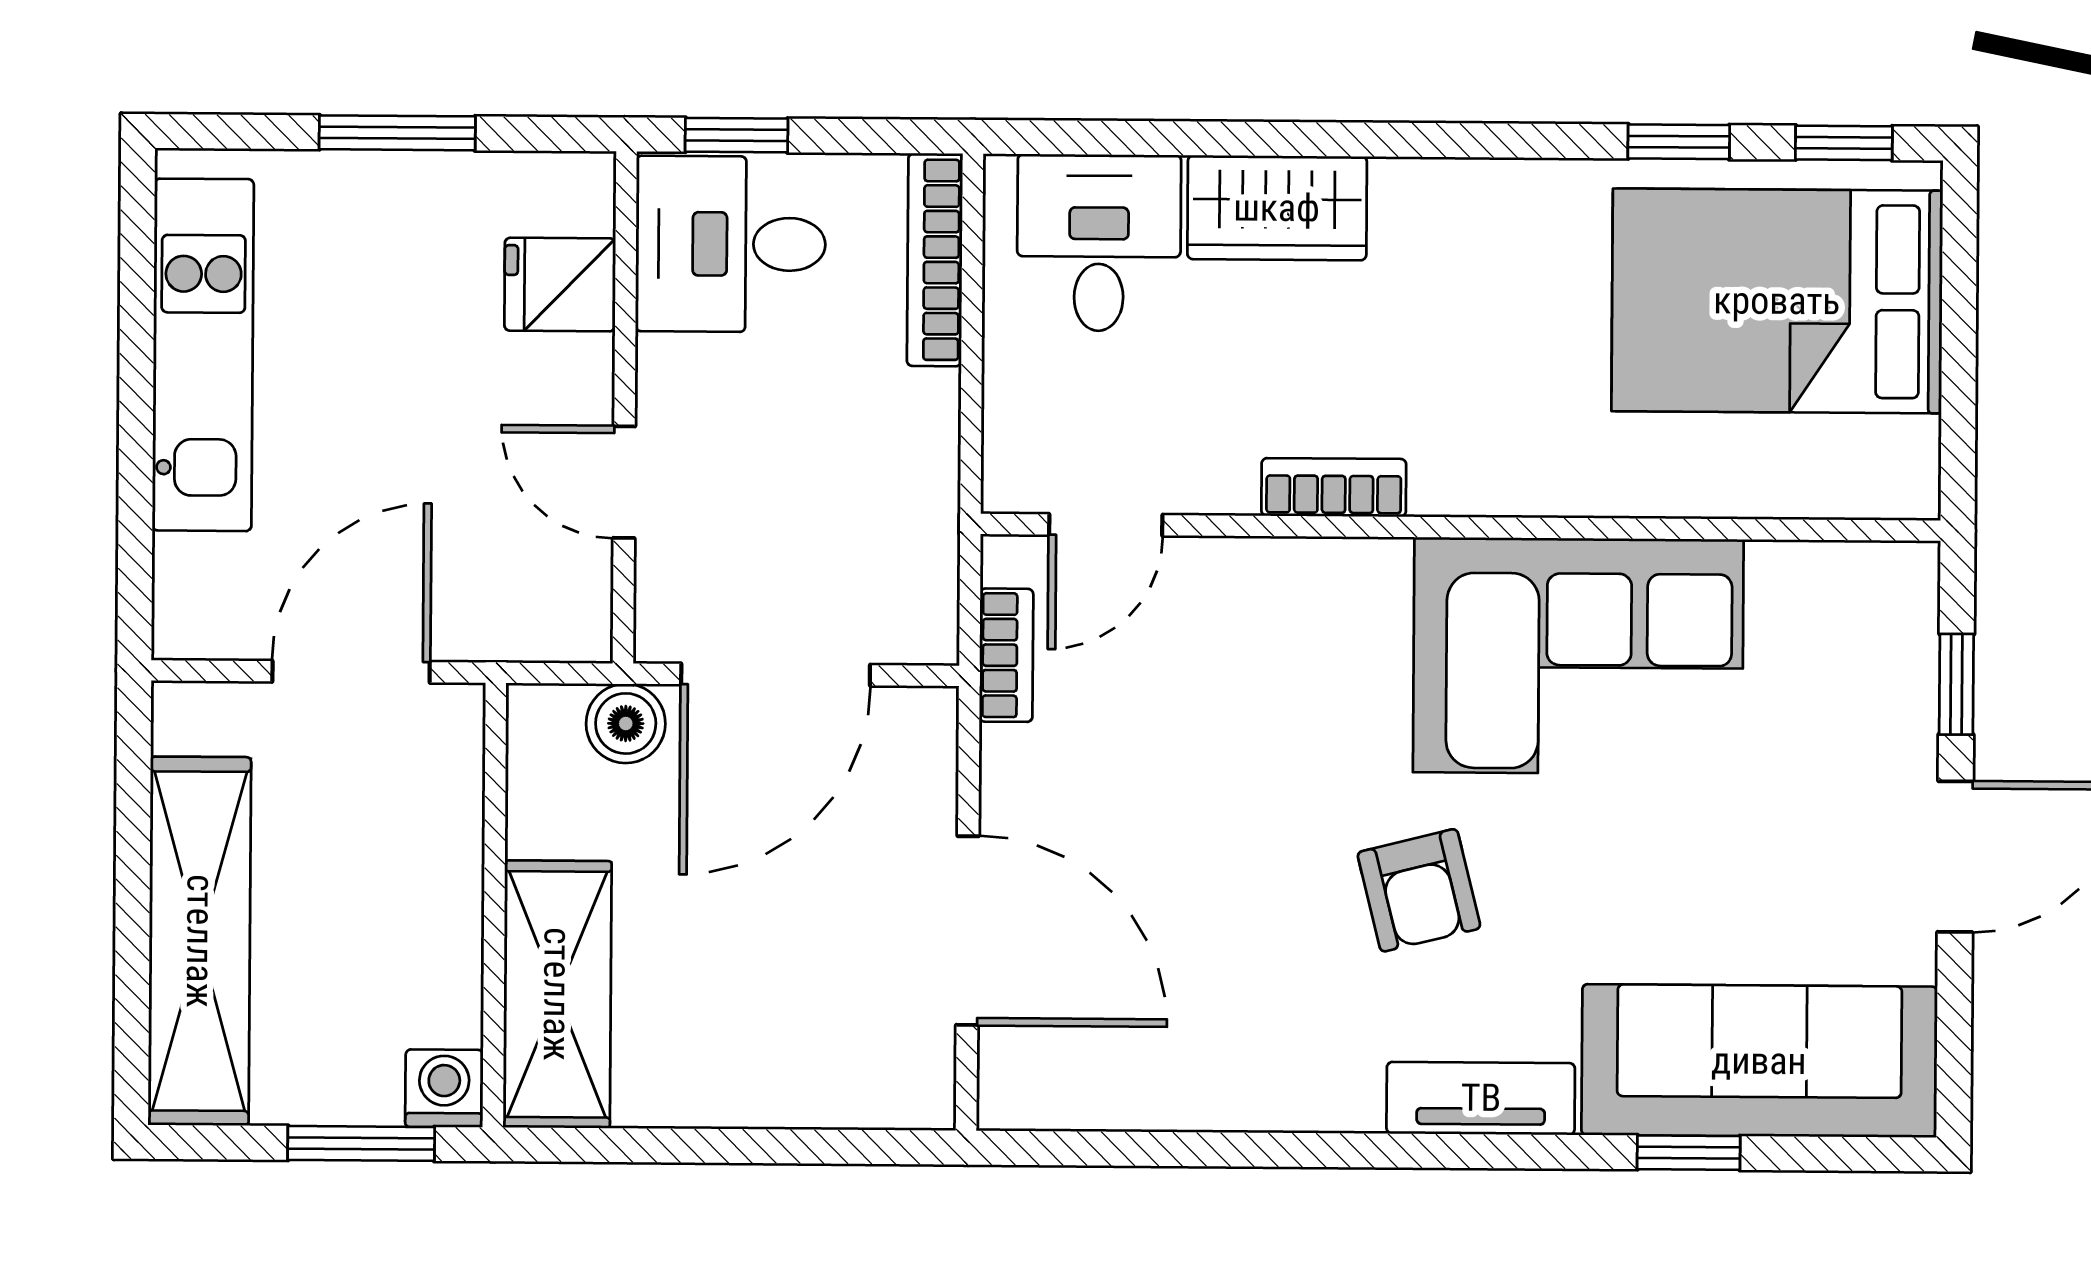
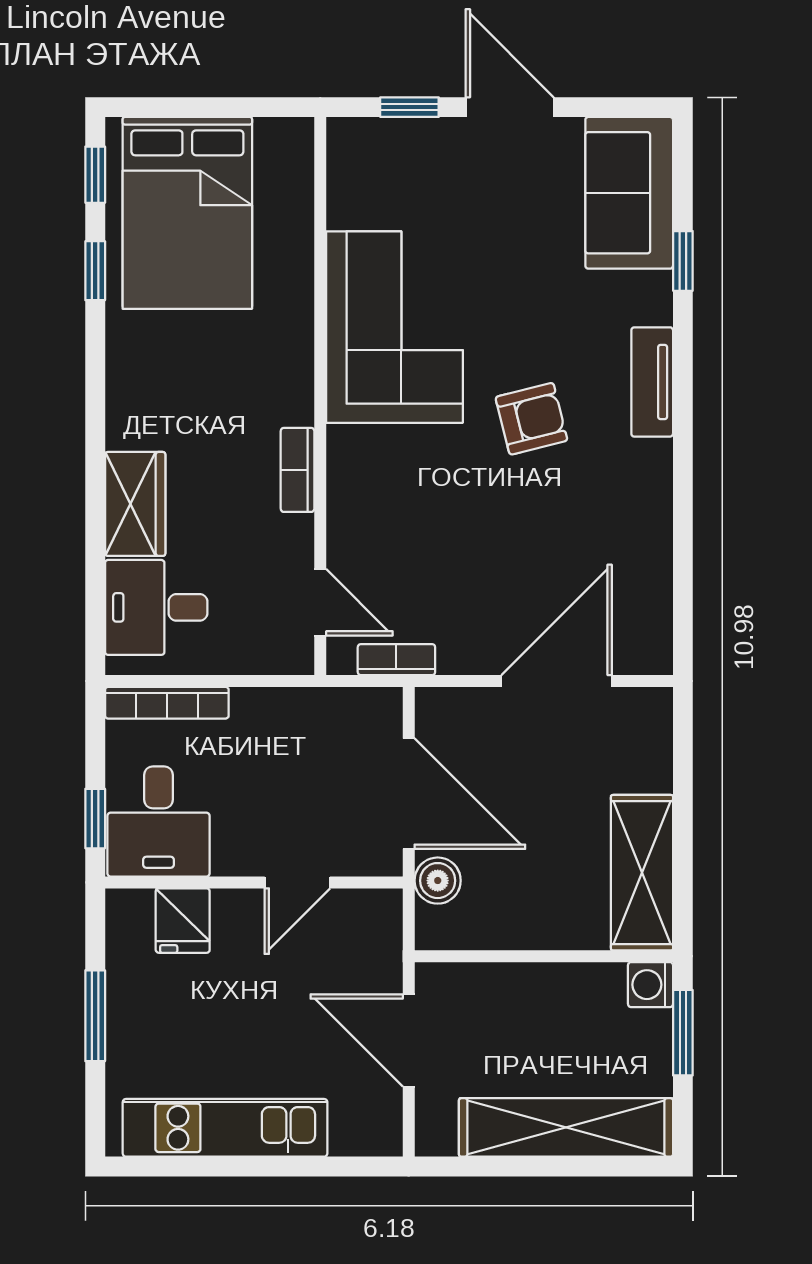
shelving: (557, 994) -> (642, 873), moved, turned 90
sofa: (1759, 1061) -> (629, 193), width x0.73

